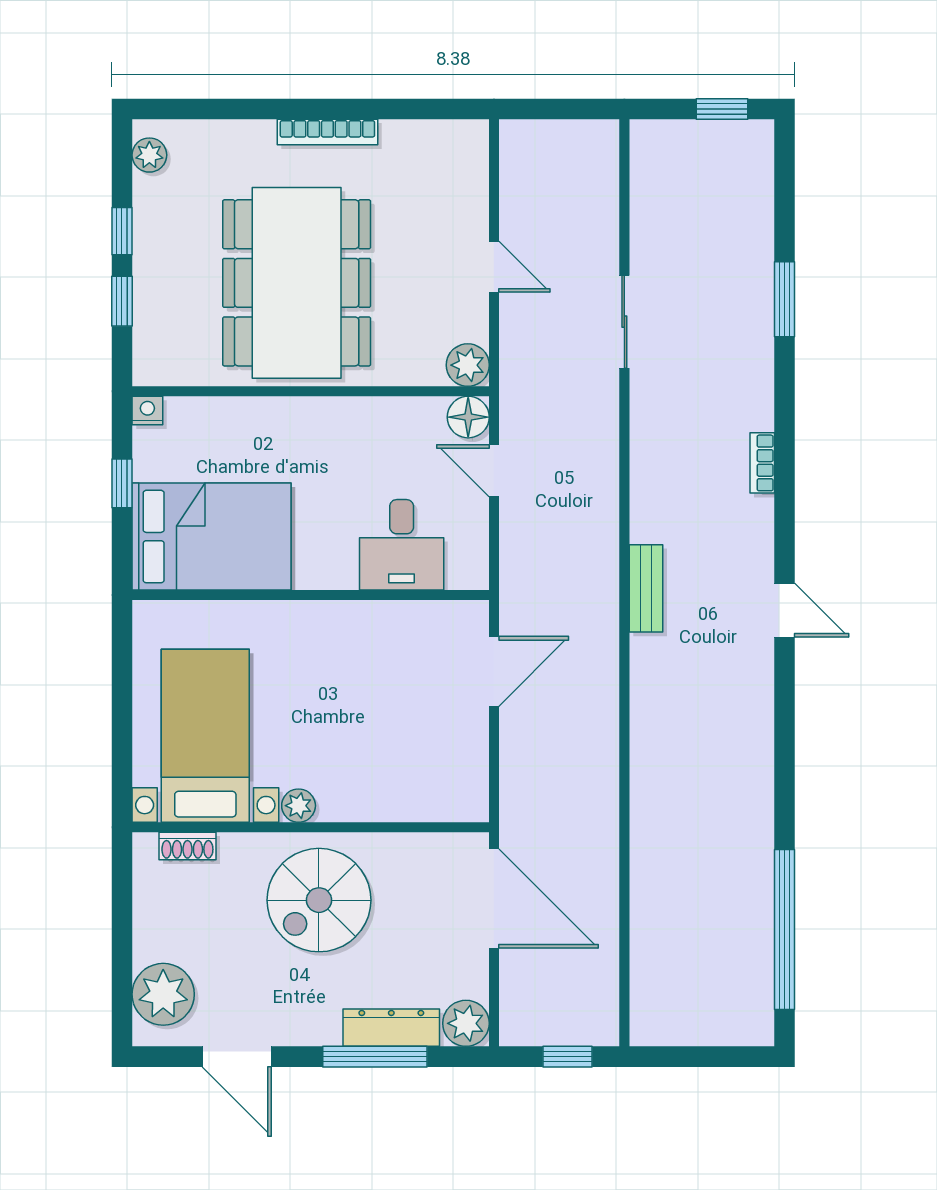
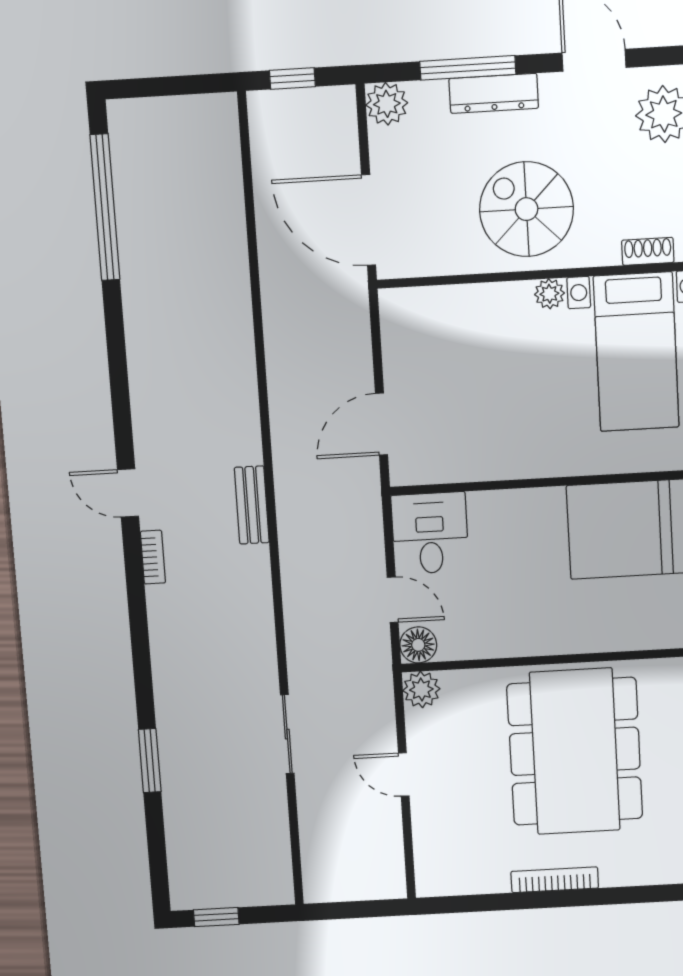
bookcase: (762, 463) -> (153, 557), moved
desk: (402, 545) -> (430, 533), moved
spiral stairs: (319, 900) -> (527, 209), turned -90
dresser: (391, 1028) -> (494, 93), moved

